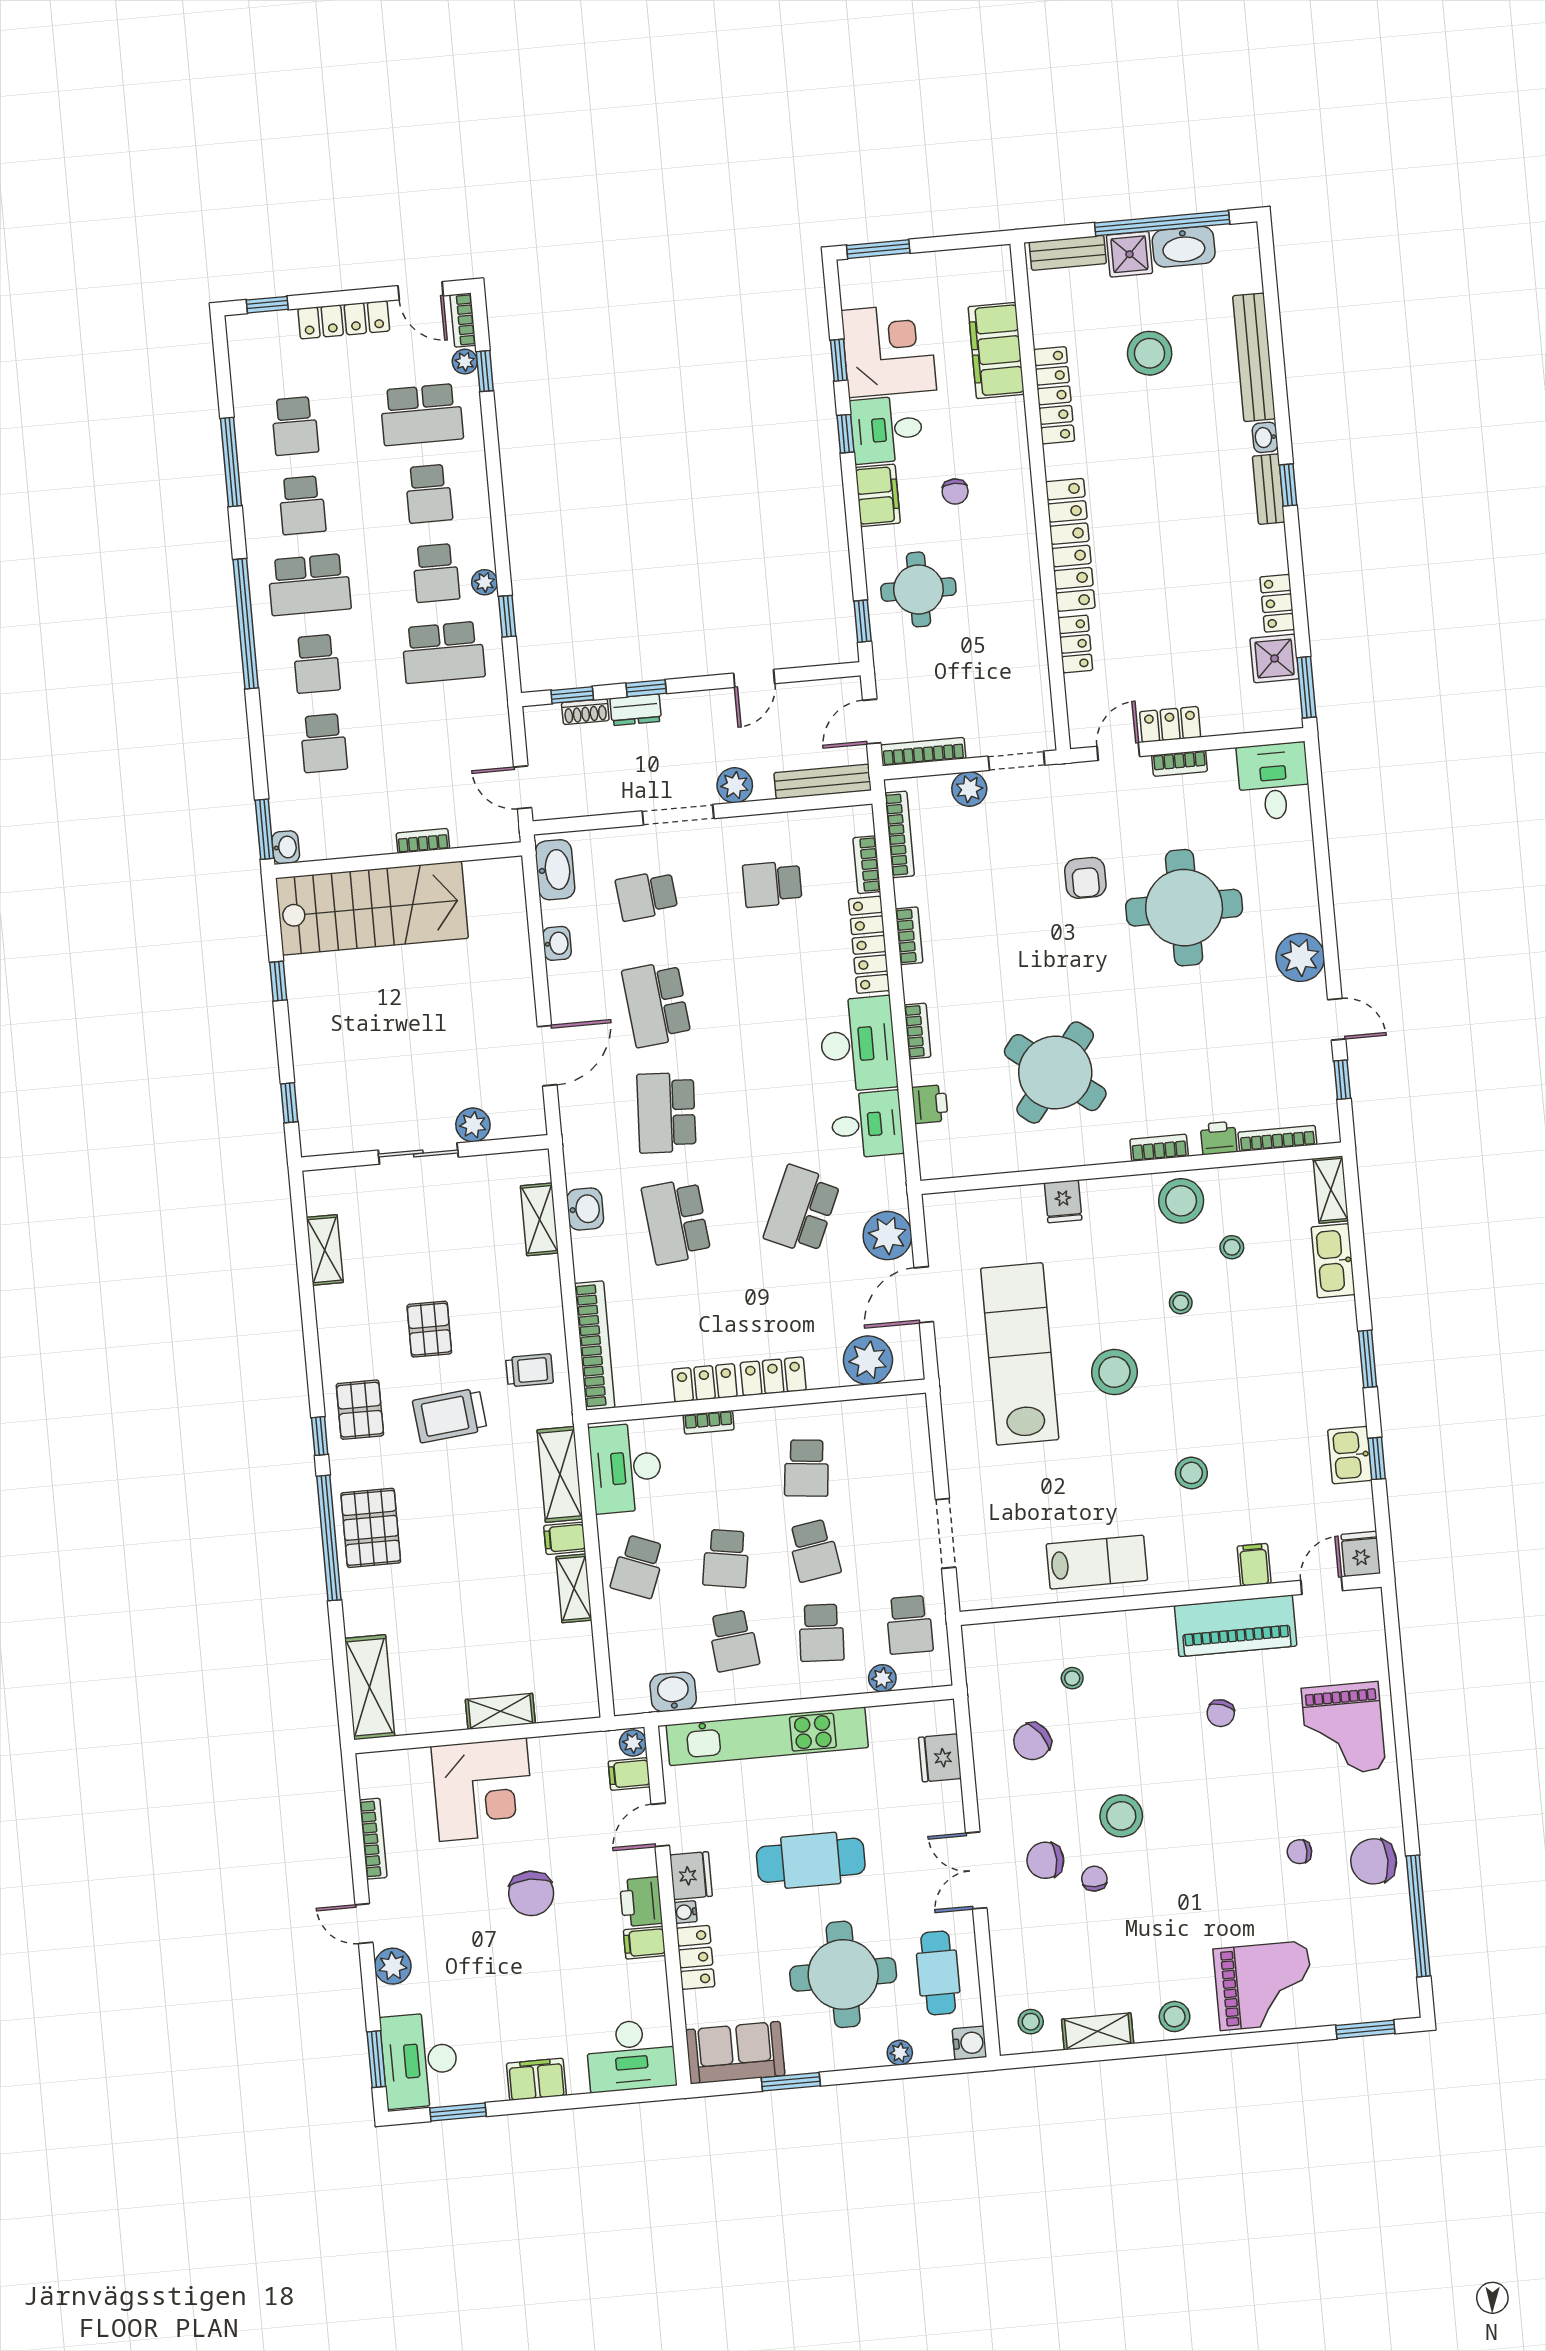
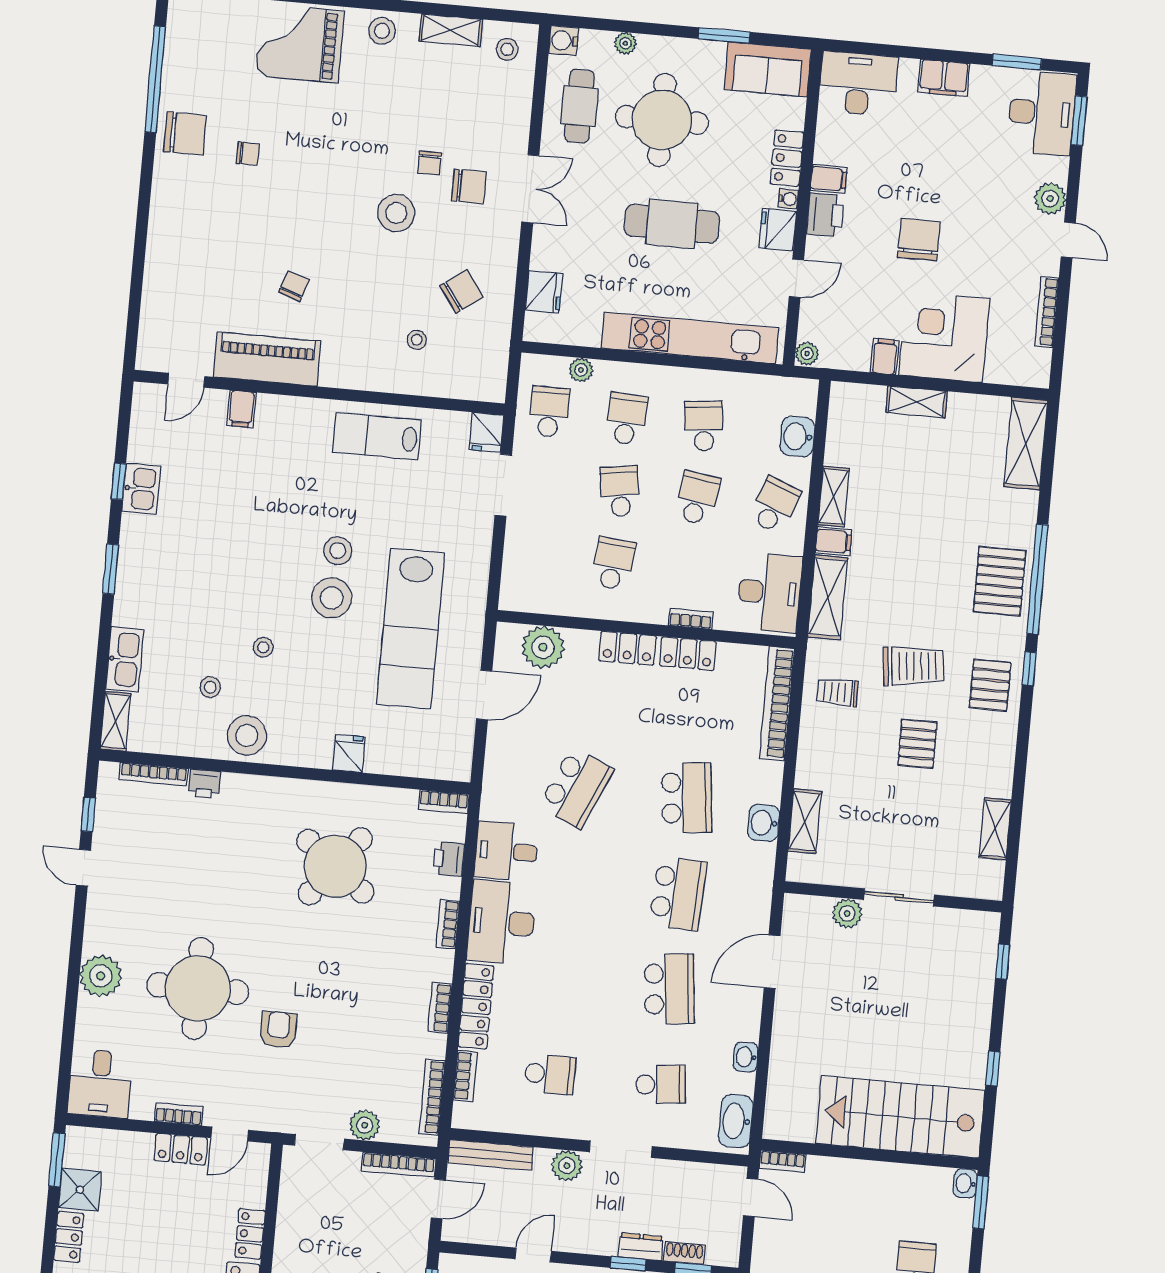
bookcase: (423, 841) -> (783, 1161), moved
plant: (1300, 957) -> (101, 976), moved
bookcase: (1159, 1148) -> (444, 802), moved
plant: (887, 1236) -> (506, 752), removed
stool: (1191, 1473) -> (338, 551), moved
fridge: (1361, 1554) -> (486, 432), moved
washbasin: (673, 1692) -> (797, 436), moved, turned 90
grand piano: (1343, 1729) -> (190, 253), removed
filing cabinet: (629, 1774) -> (885, 356), moved, turned -90

